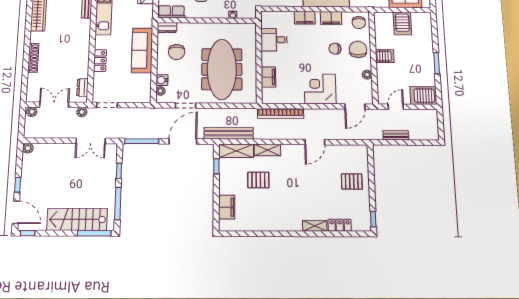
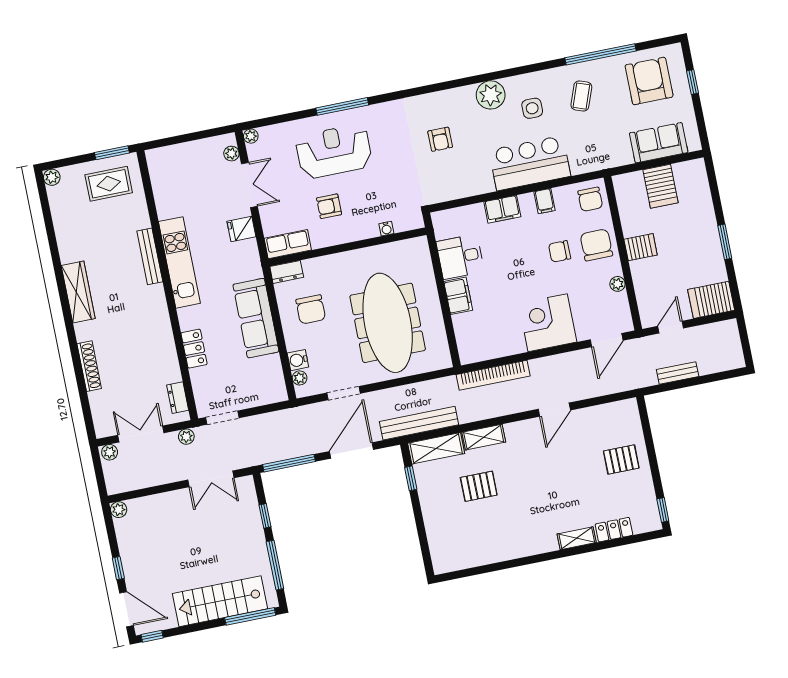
filing cabinet: (331, 18) -> (545, 201), width x0.50
filing cabinet: (268, 77) -> (458, 296), moved
filing cabinet: (227, 207) -> (439, 537), removed

